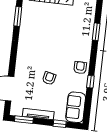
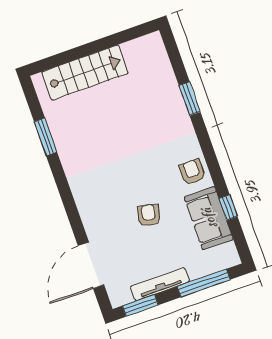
window: (90, 82) -> (228, 207), moved
sofa: (76, 107) -> (209, 218), moved
window: (60, 124) -> (204, 283), width x2.17

